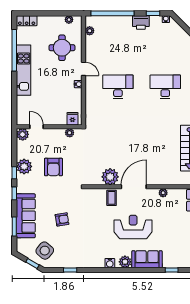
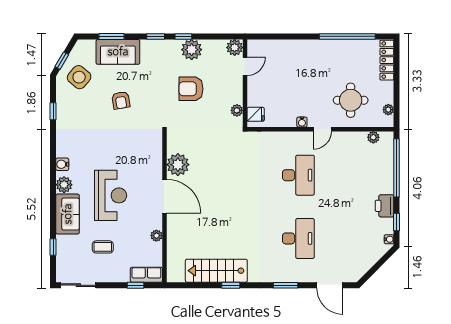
locker: (27, 21) -> (387, 60), width x1.53
kitchen unit: (24, 70) -> (321, 49), removed
coffee table: (112, 198) -> (103, 247), moved
sofa: (26, 216) -> (118, 52), width x0.73

